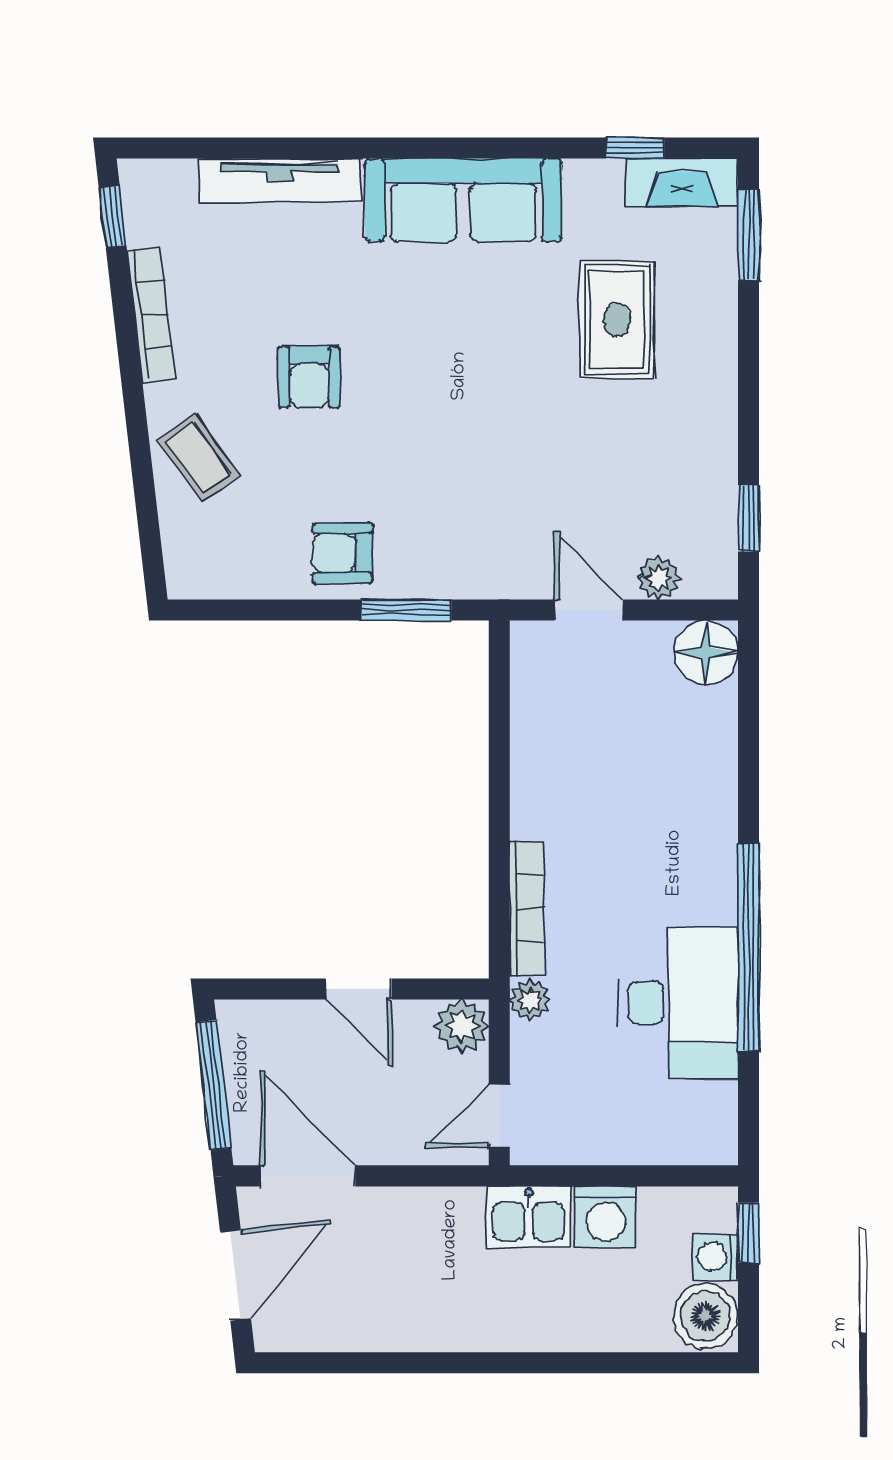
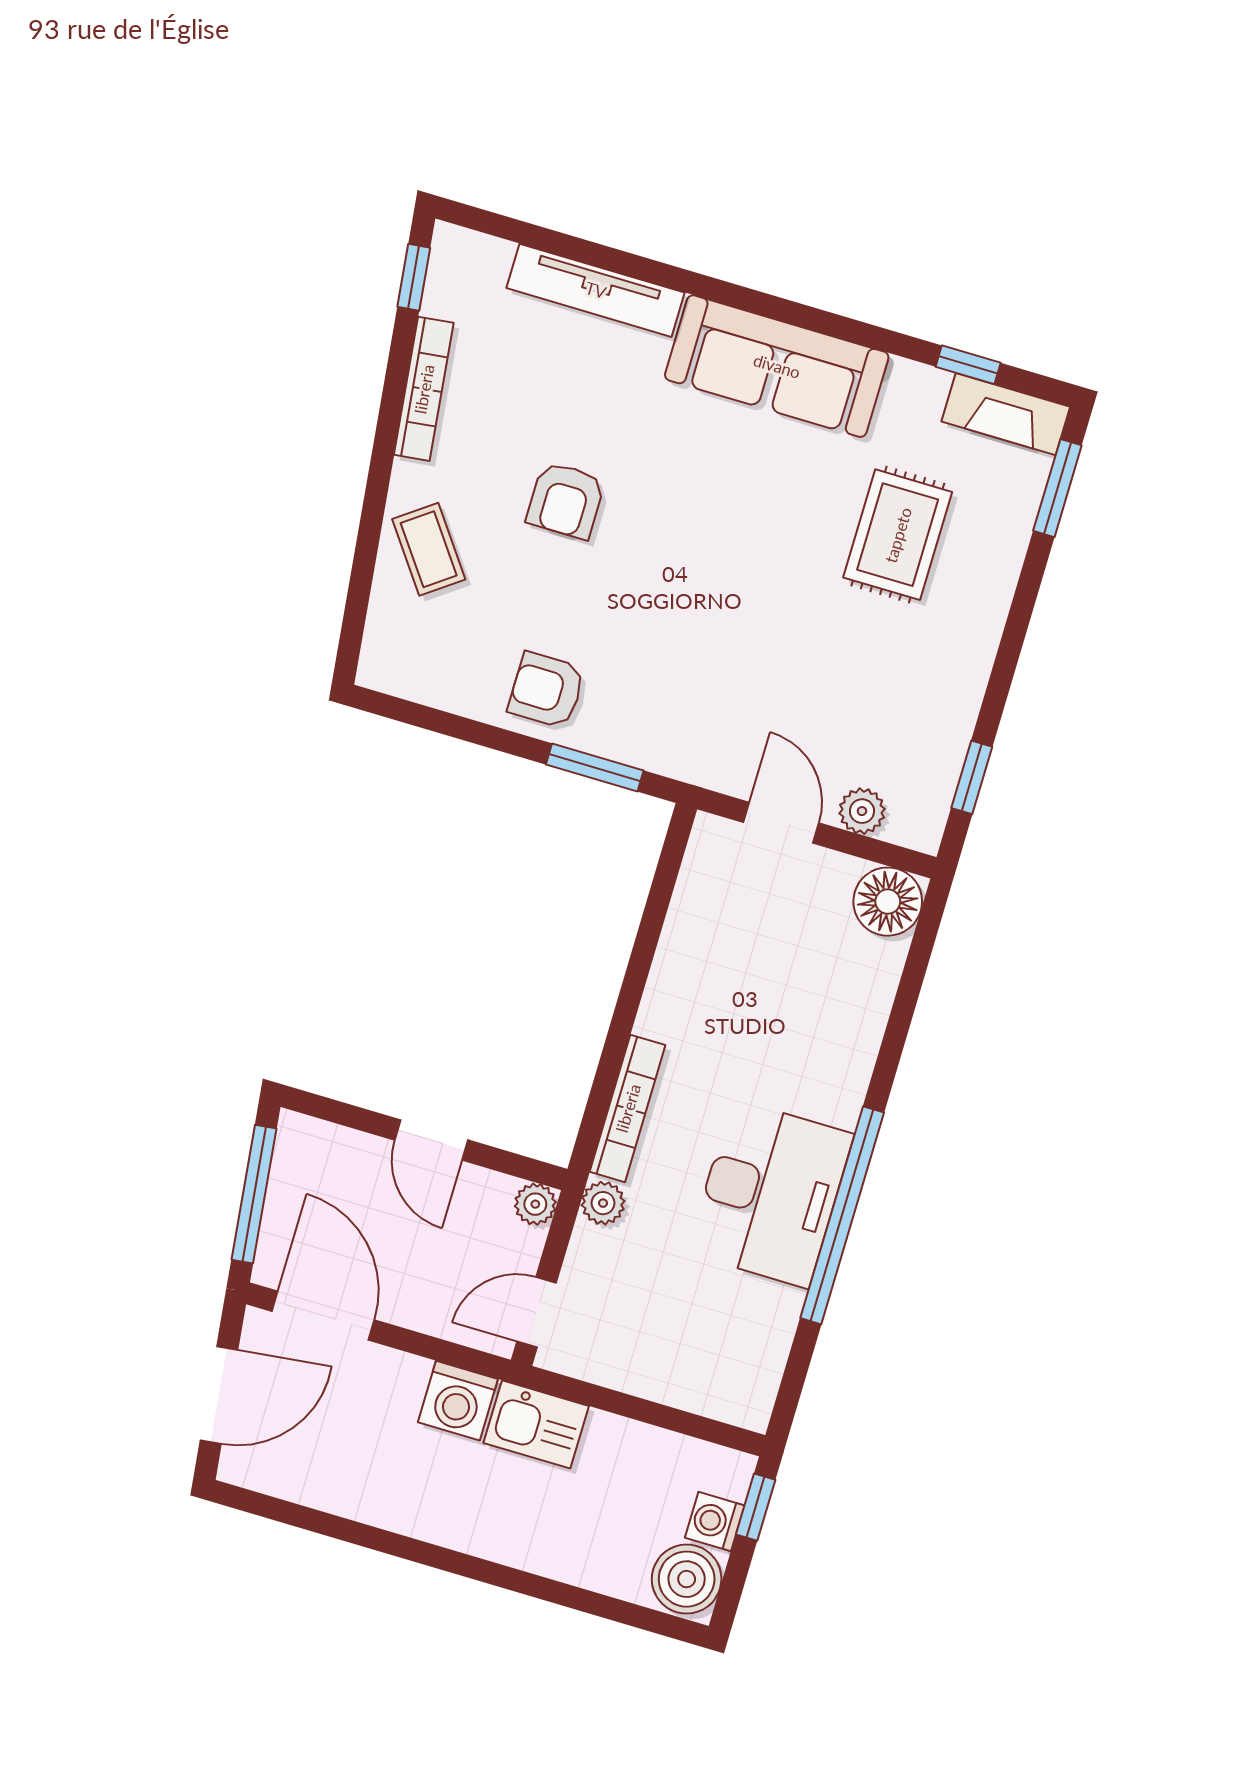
desk: (678, 1003) -> (770, 1194), moved
plant: (462, 1026) -> (535, 1204), width x0.73, depth x0.73
washing machine: (606, 1216) -> (458, 1401), moved

